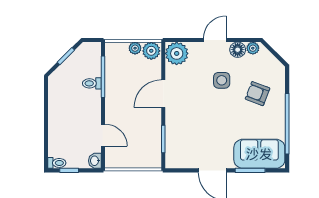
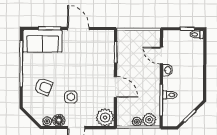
plant: (151, 51) -> (149, 120), moved
door: (163, 94) -> (115, 87), hinge flipped
washbasin: (95, 161) -> (168, 70), moved

